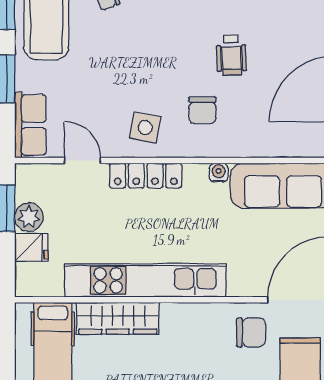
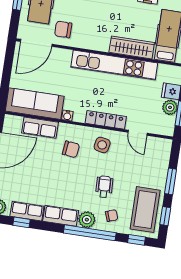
wheelchair: (231, 55) -> (104, 187), moved
chair: (202, 110) -> (71, 149), turned 96
row of seats: (30, 125) -> (40, 128), moved, turned -90

